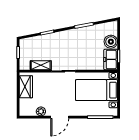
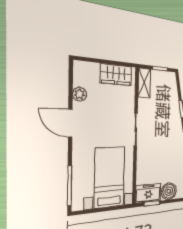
shelving: (41, 65) -> (144, 83), moved

